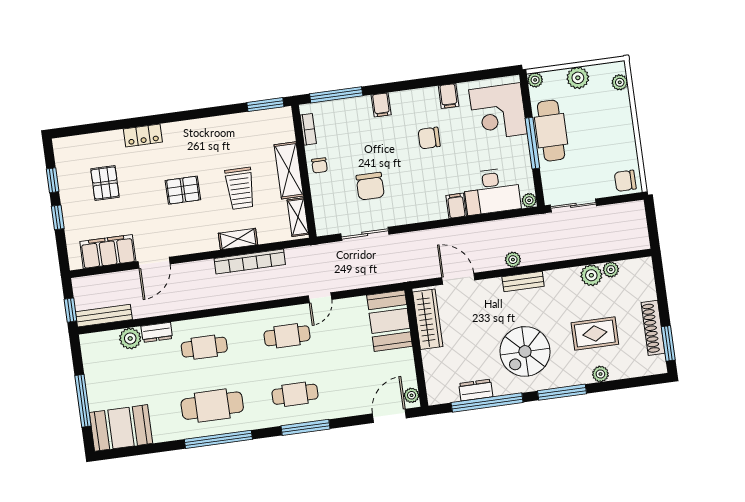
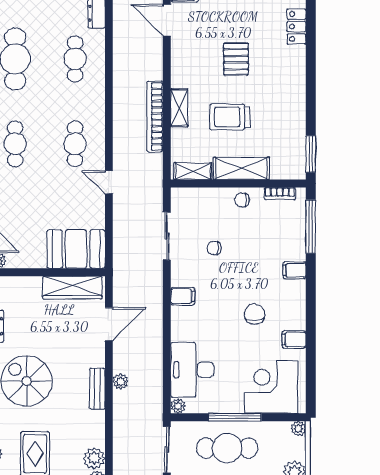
cafe table: (551, 131) -> (227, 448), moved
chair: (370, 186) -> (214, 248), width x0.54, depth x0.54
filing cabinet: (456, 206) -> (183, 296), moved

